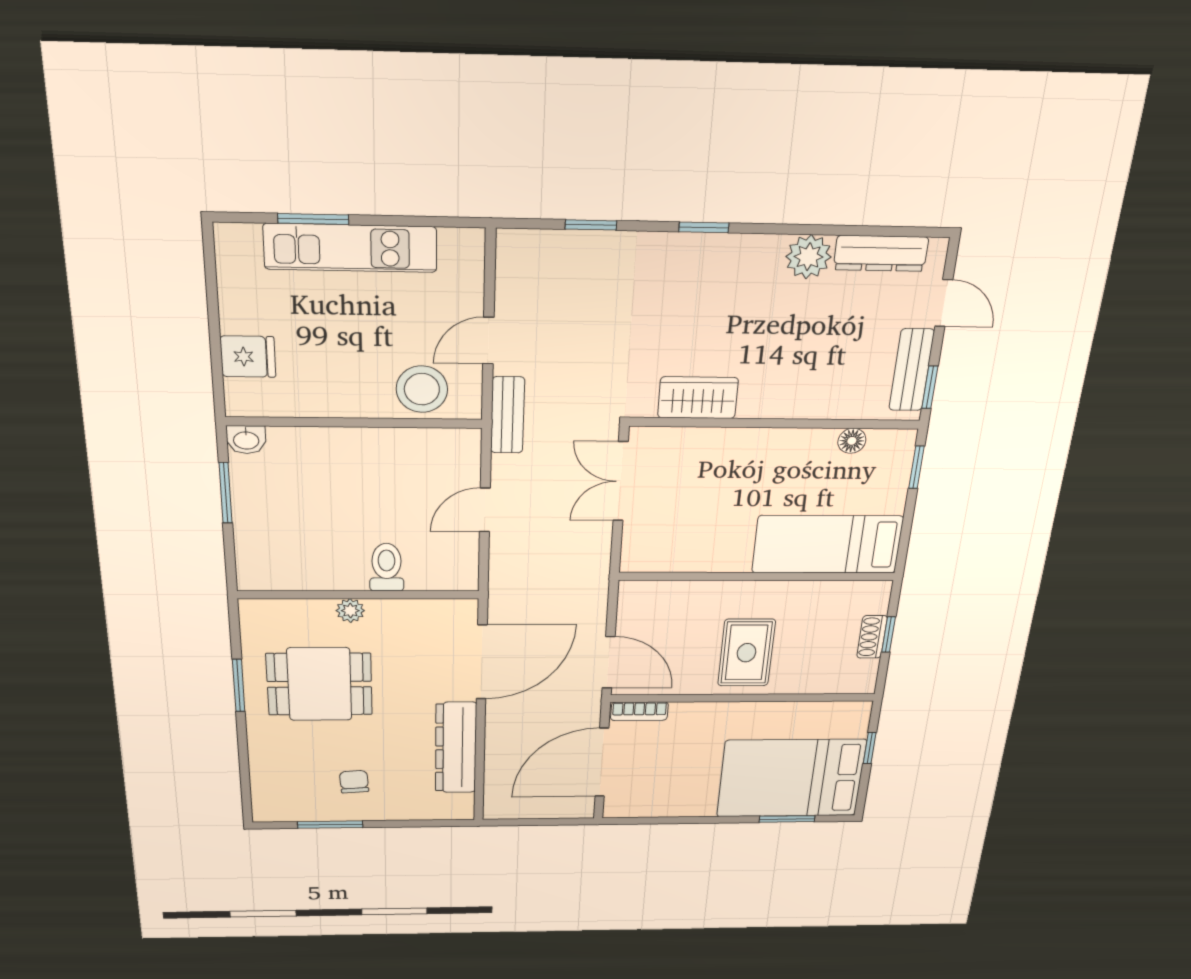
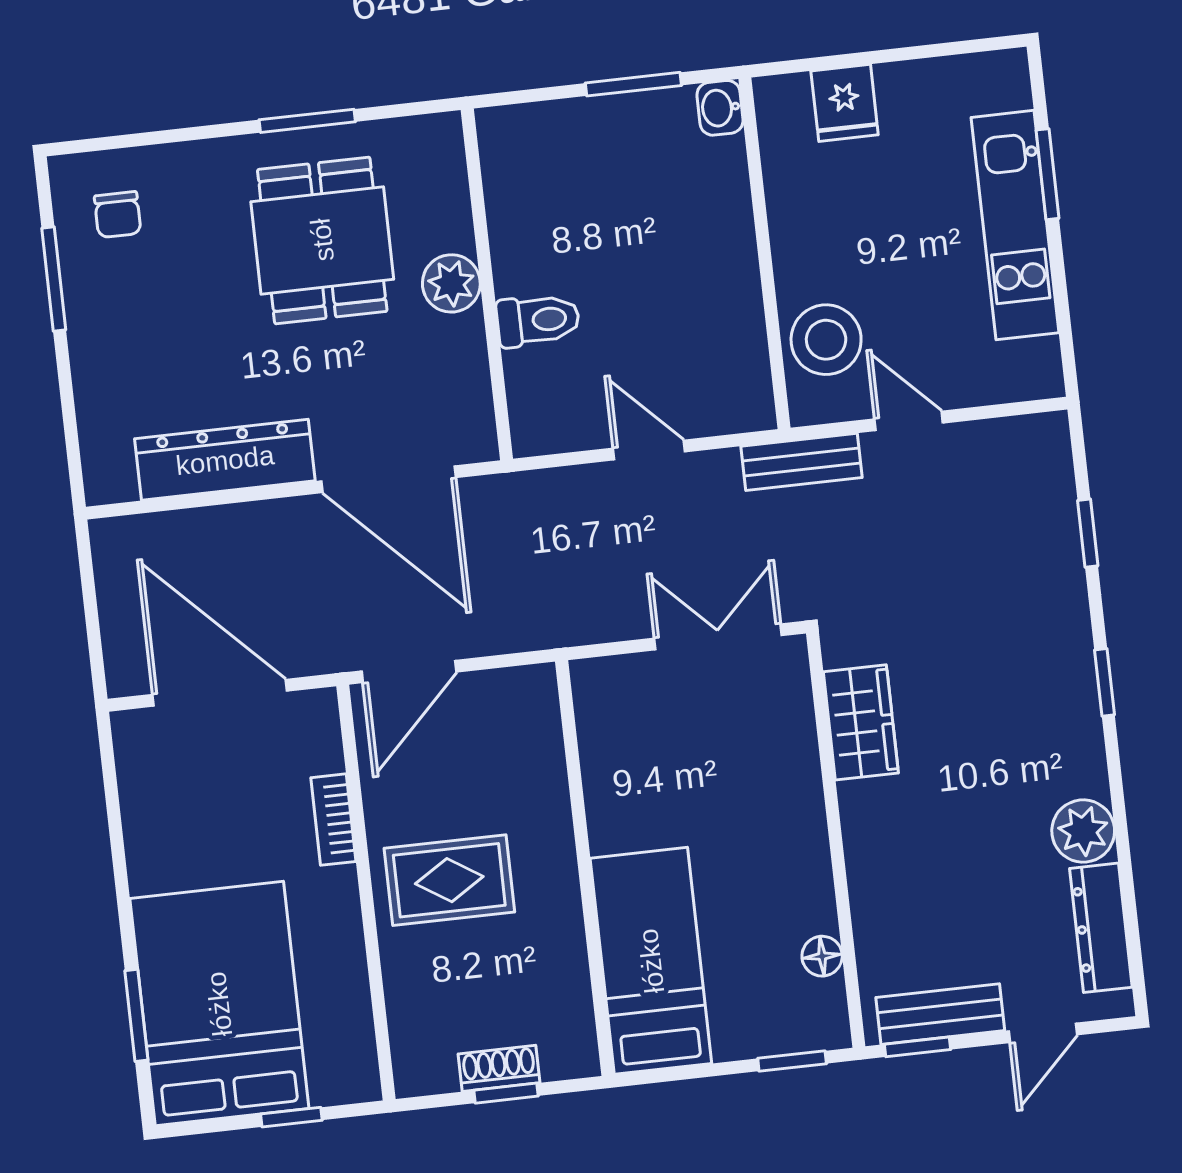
plant: (350, 611) -> (451, 283), width x1.38, depth x1.38
bookcase: (639, 711) -> (333, 820), moved
chair: (354, 782) -> (118, 215), moved, turned 94

